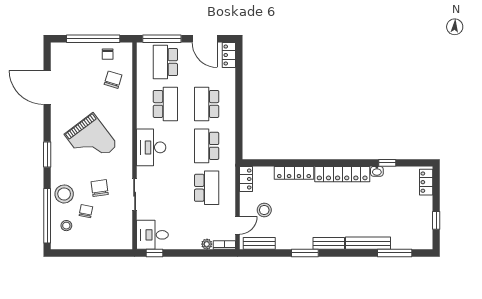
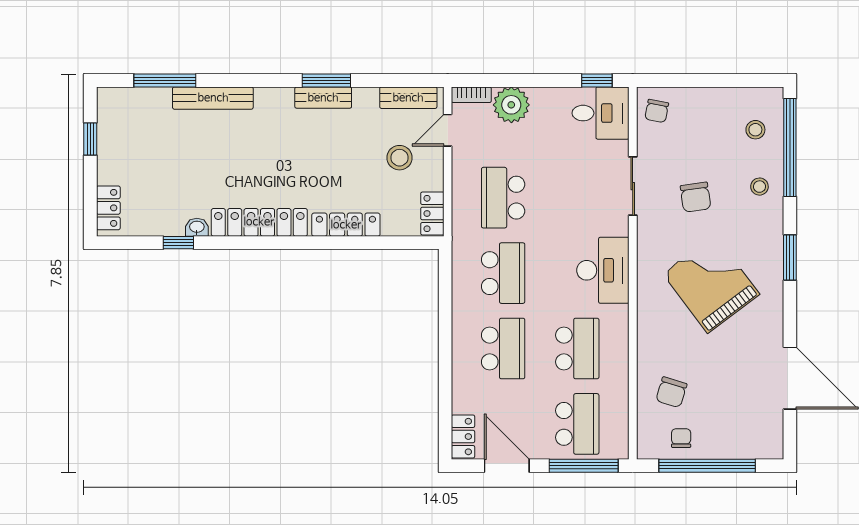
school desk: (165, 104) -> (577, 348), turned 180
stool: (64, 194) -> (759, 187), width x0.53, depth x0.53
chair: (86, 211) -> (657, 111), moved
bench: (329, 243) -> (323, 98), moved
plant: (207, 244) -> (511, 105), width x1.88, depth x1.88

